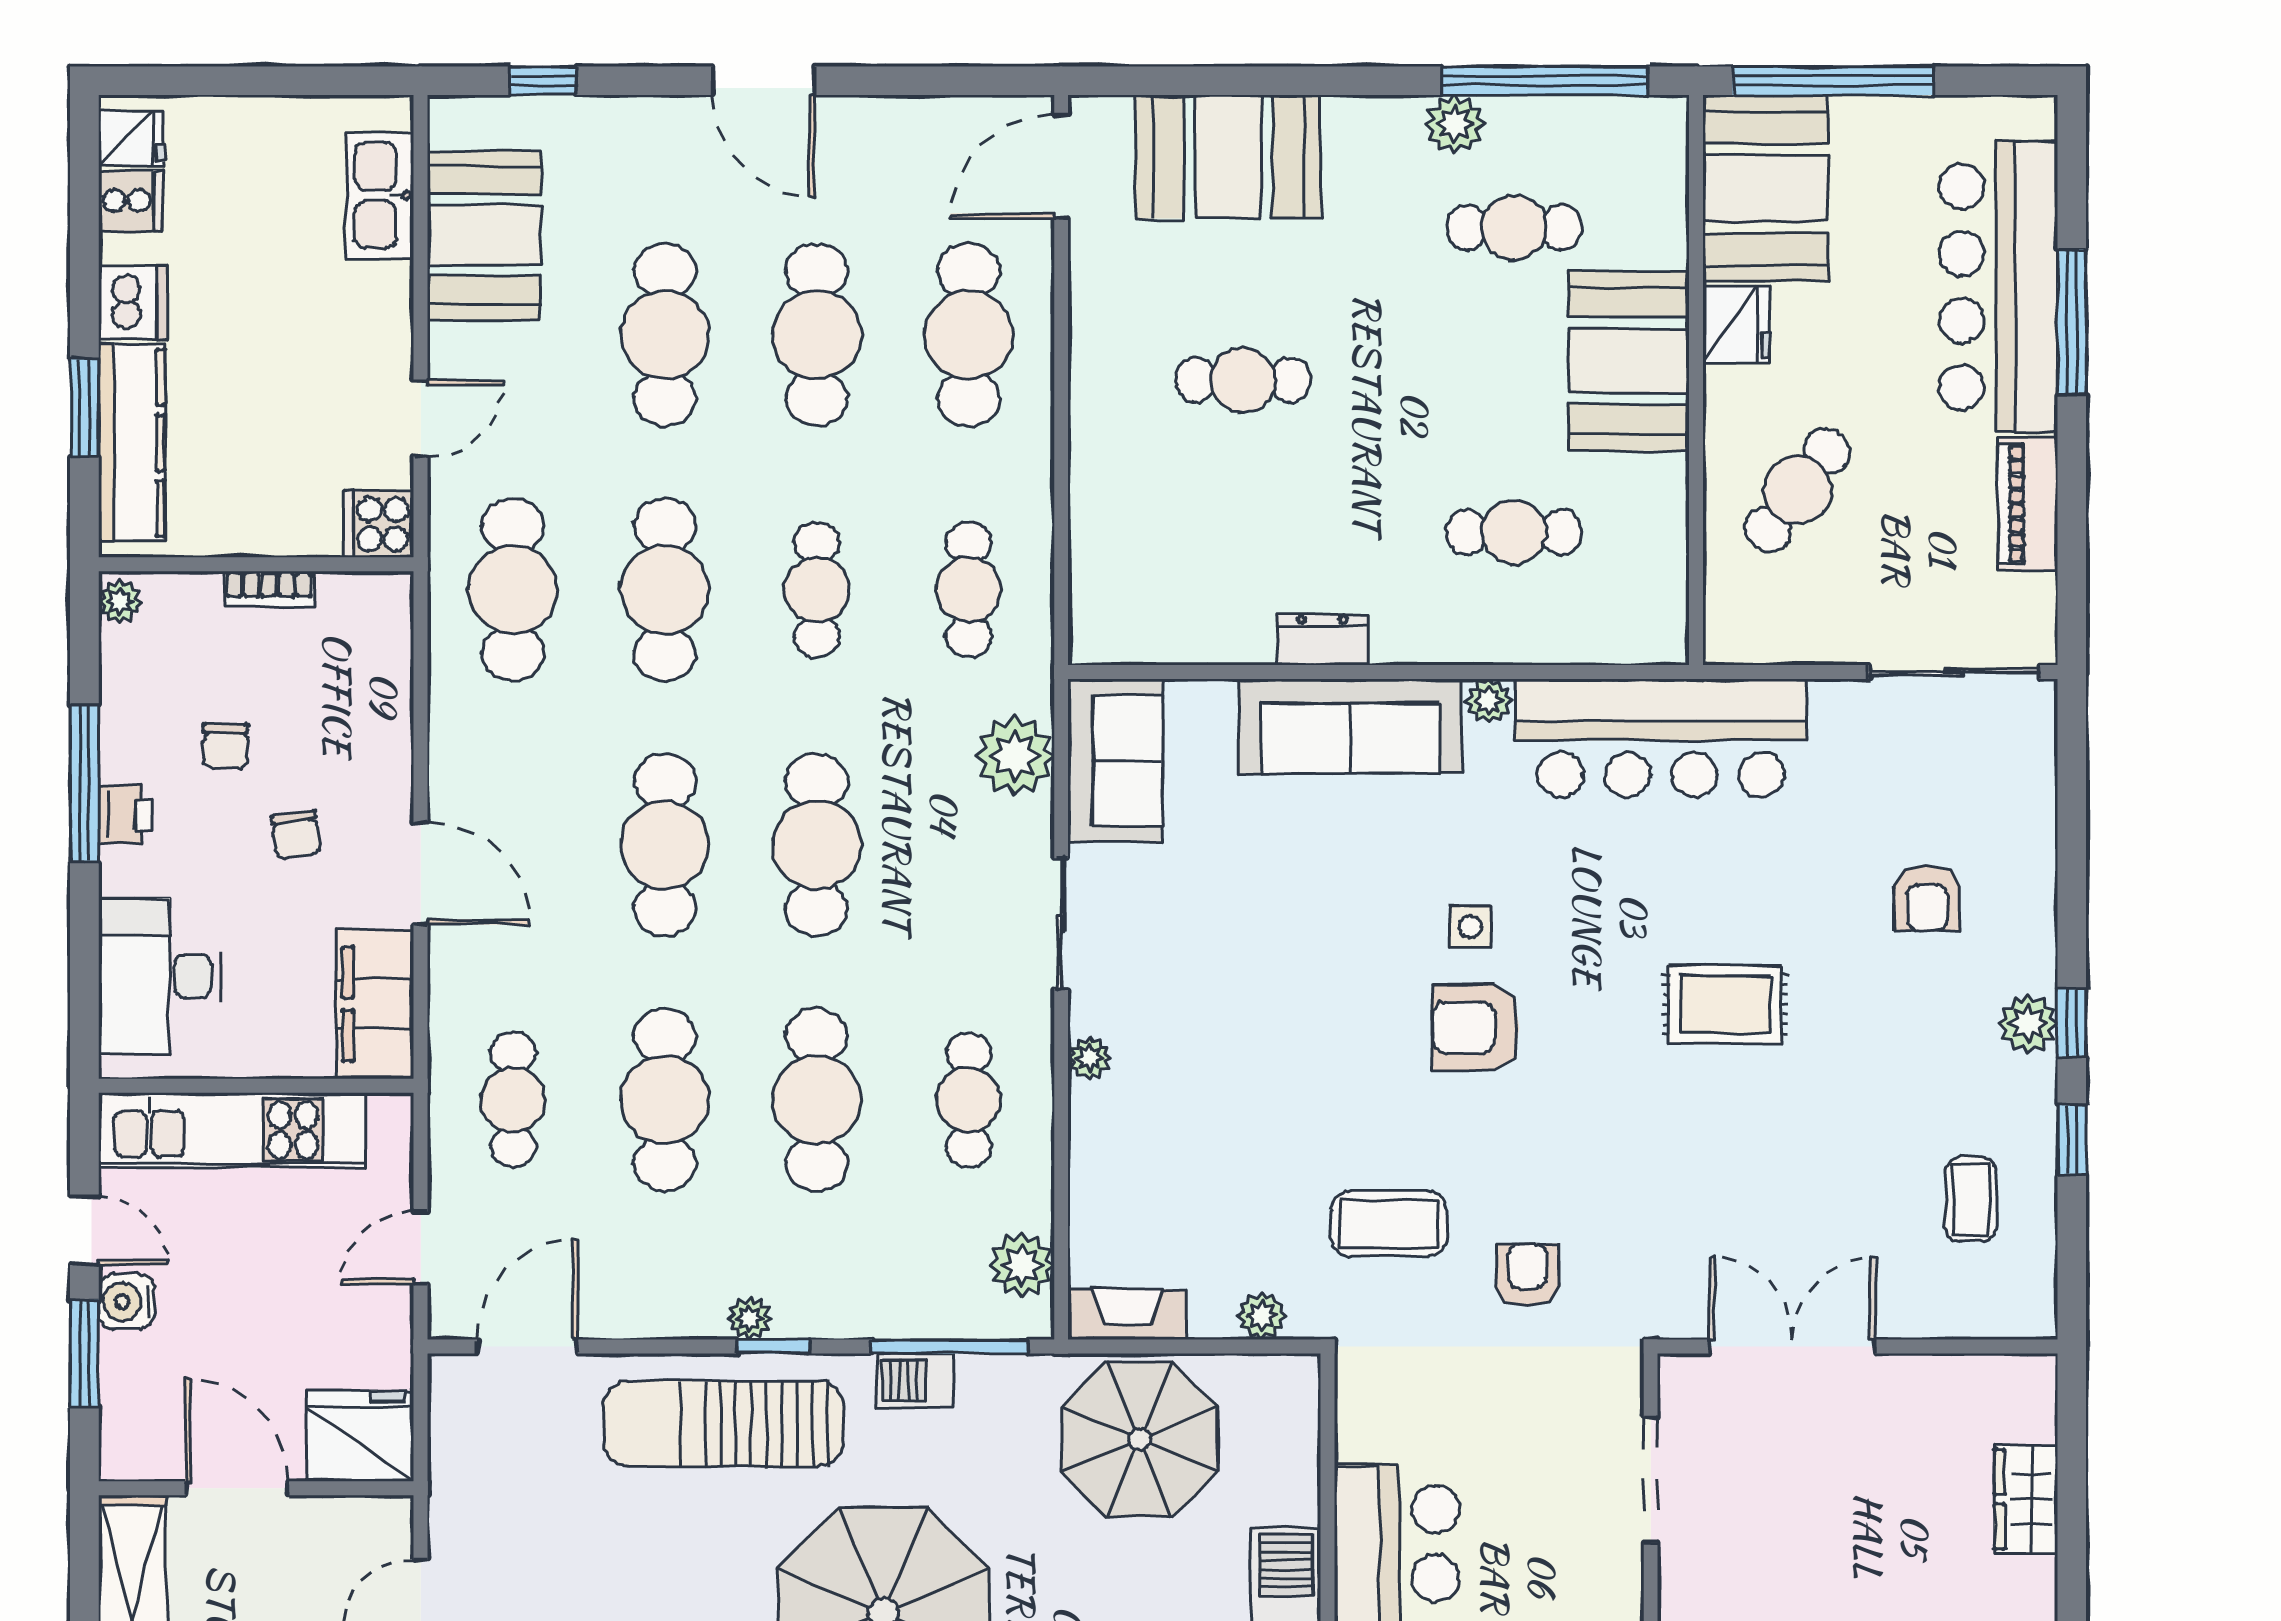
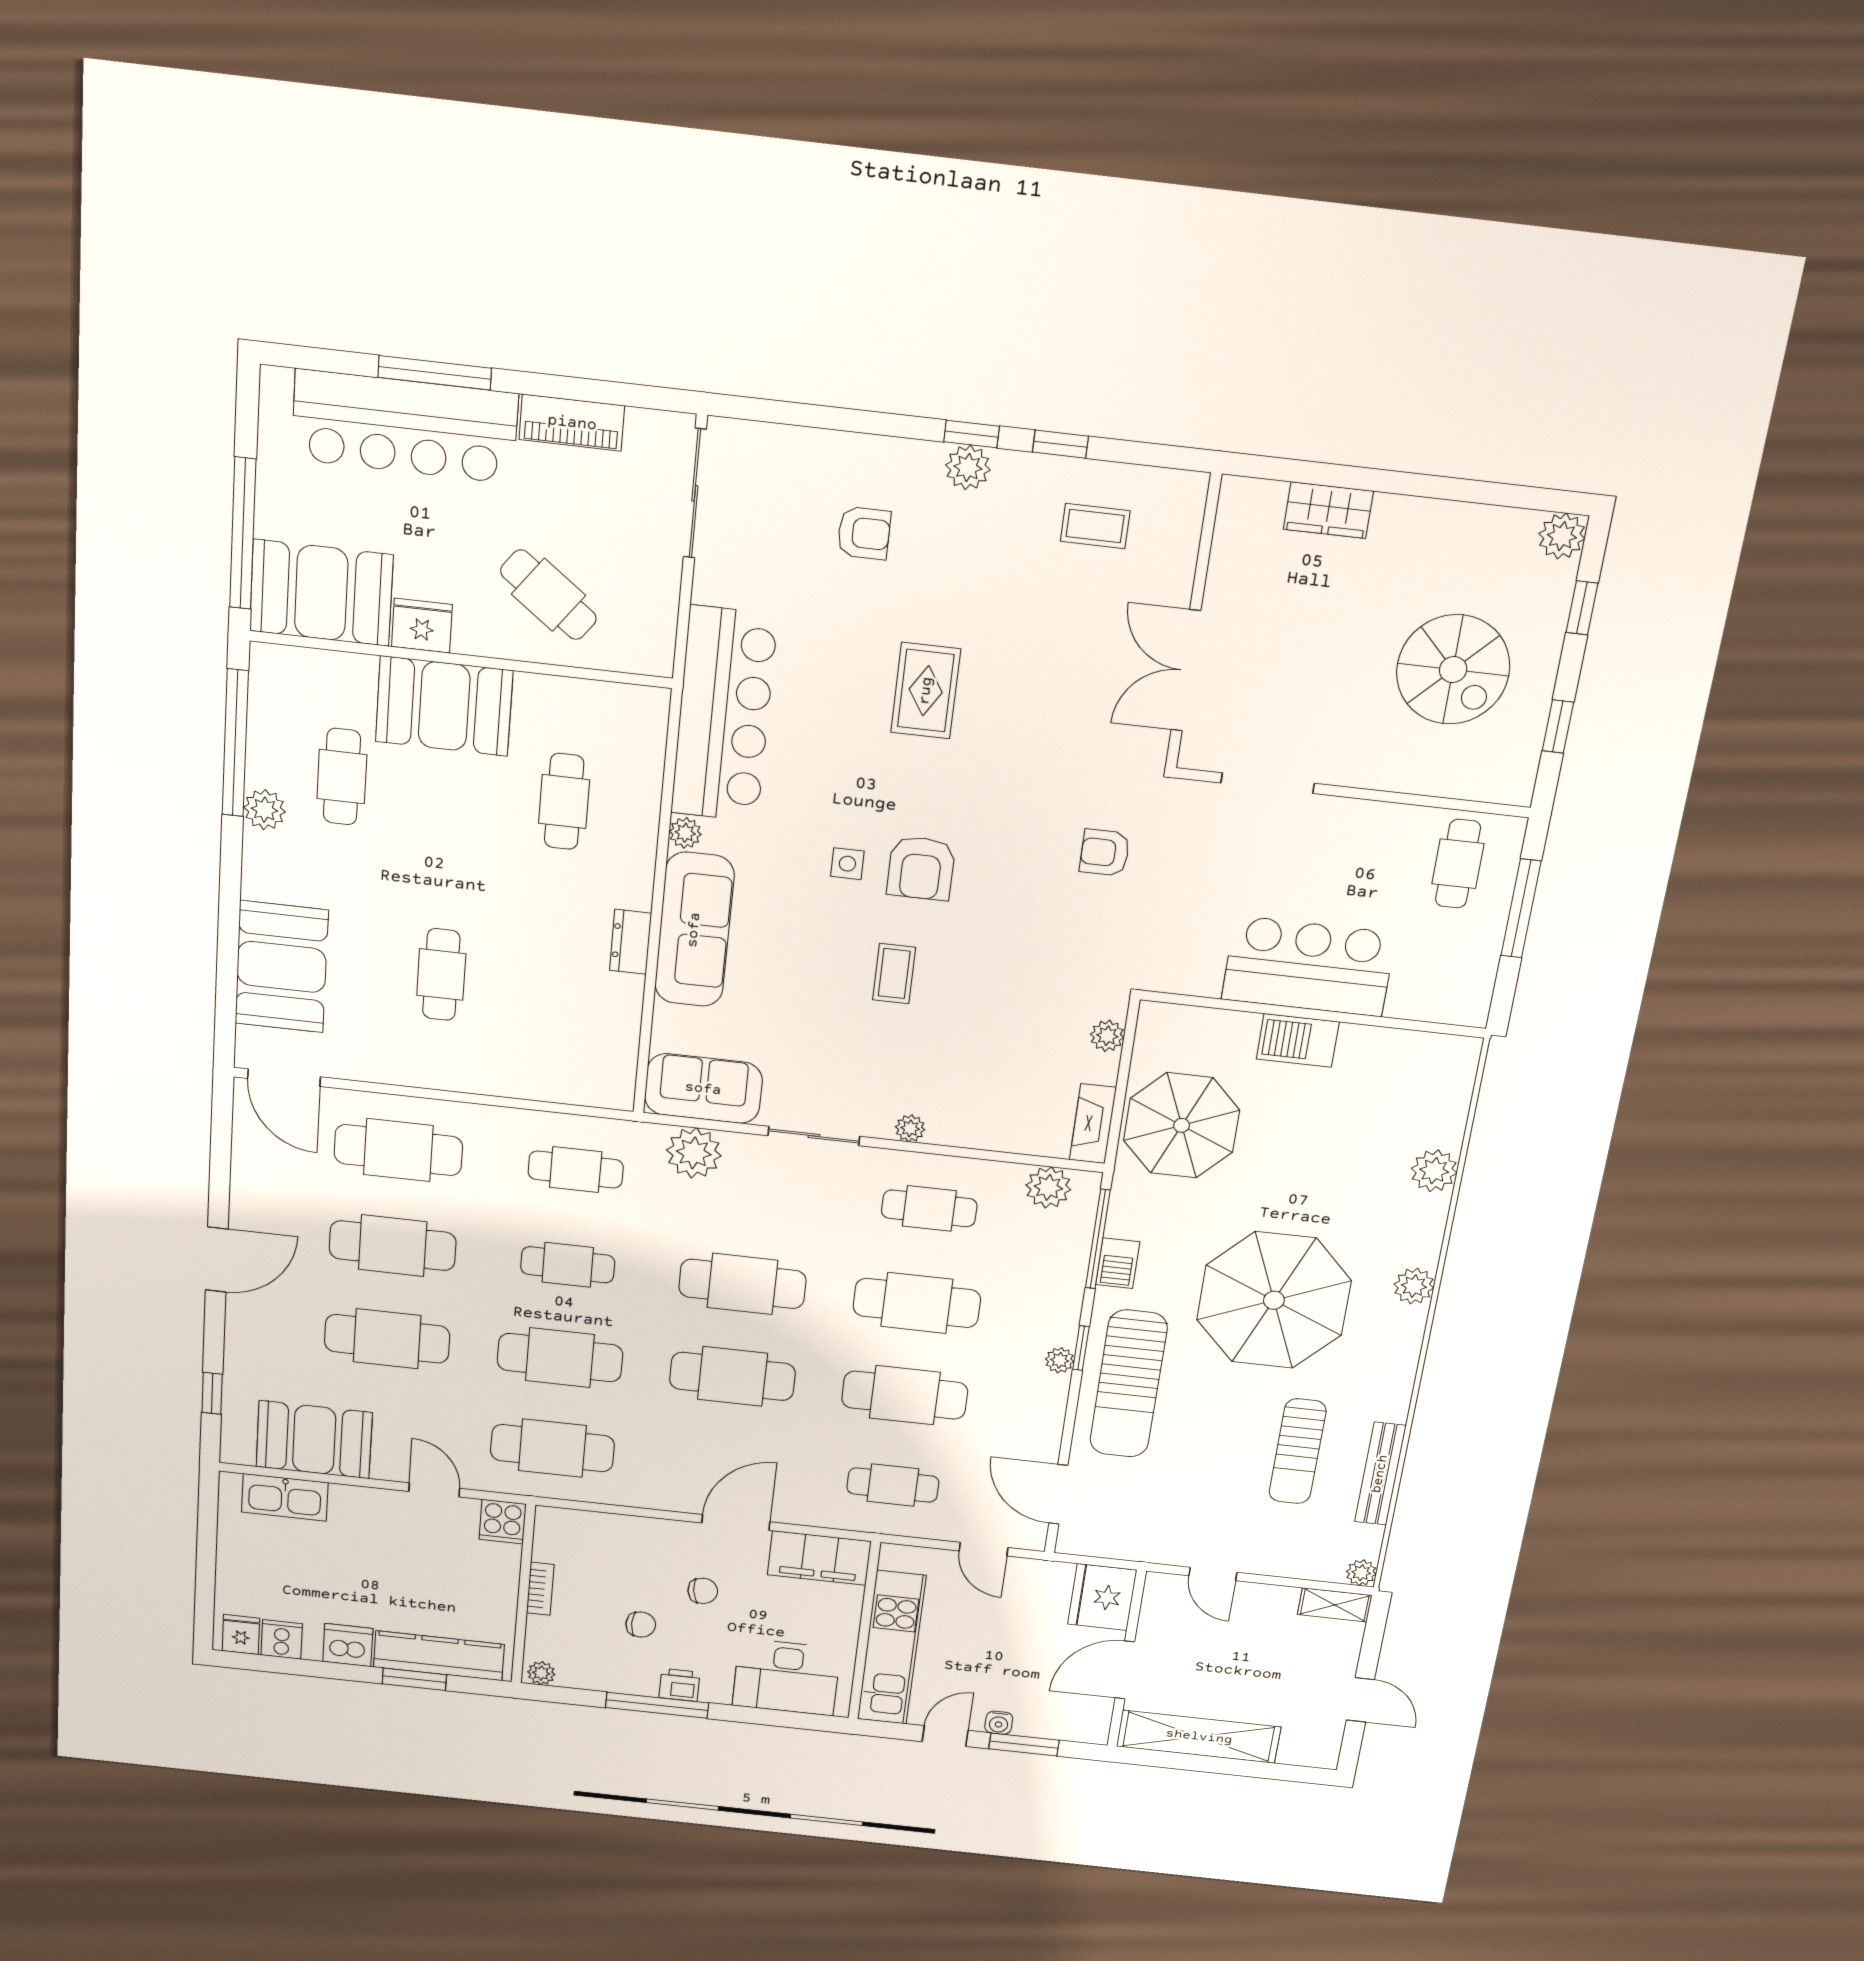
coffee table: (1389, 1224) -> (894, 974), moved, width x0.73, depth x0.77
water cooler: (127, 1302) -> (999, 1723), width x0.72, depth x0.72

